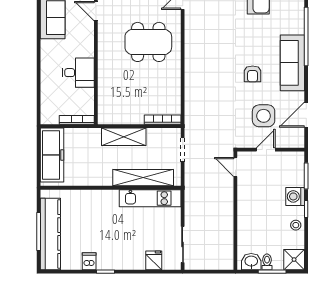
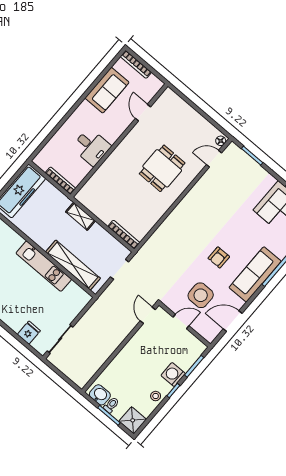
dining table: (148, 42) -> (162, 168), width x0.73
shelving: (124, 137) -> (80, 216), width x0.67, depth x0.75
kitchen unit: (150, 198) -> (44, 266), moved

